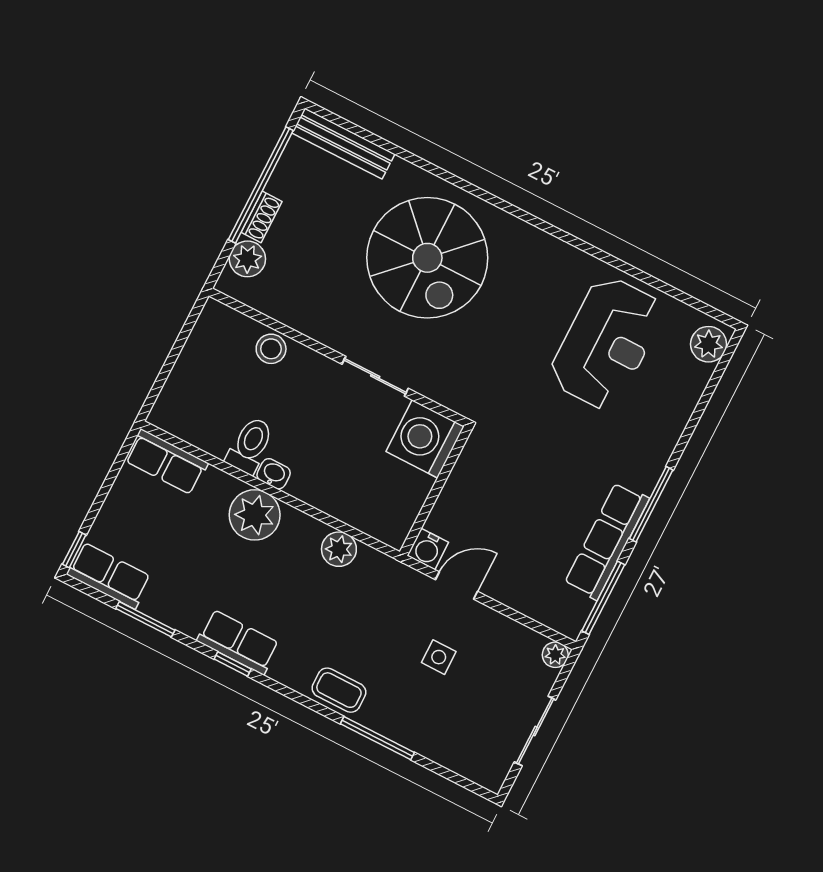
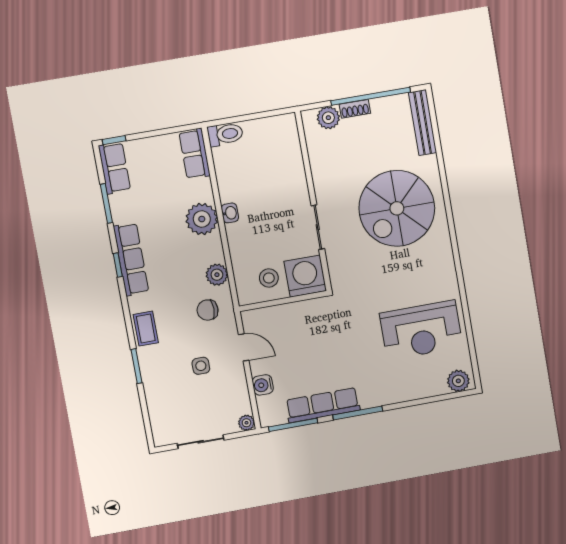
stool: (271, 349) -> (269, 278), moved
toilet: (250, 445) -> (225, 134), moved
water cooler: (428, 549) -> (263, 385), moved
chair: (375, 595) -> (208, 310), added
row of seats: (238, 642) -> (131, 259), width x1.48
window: (377, 738) -> (136, 366), width x0.69

